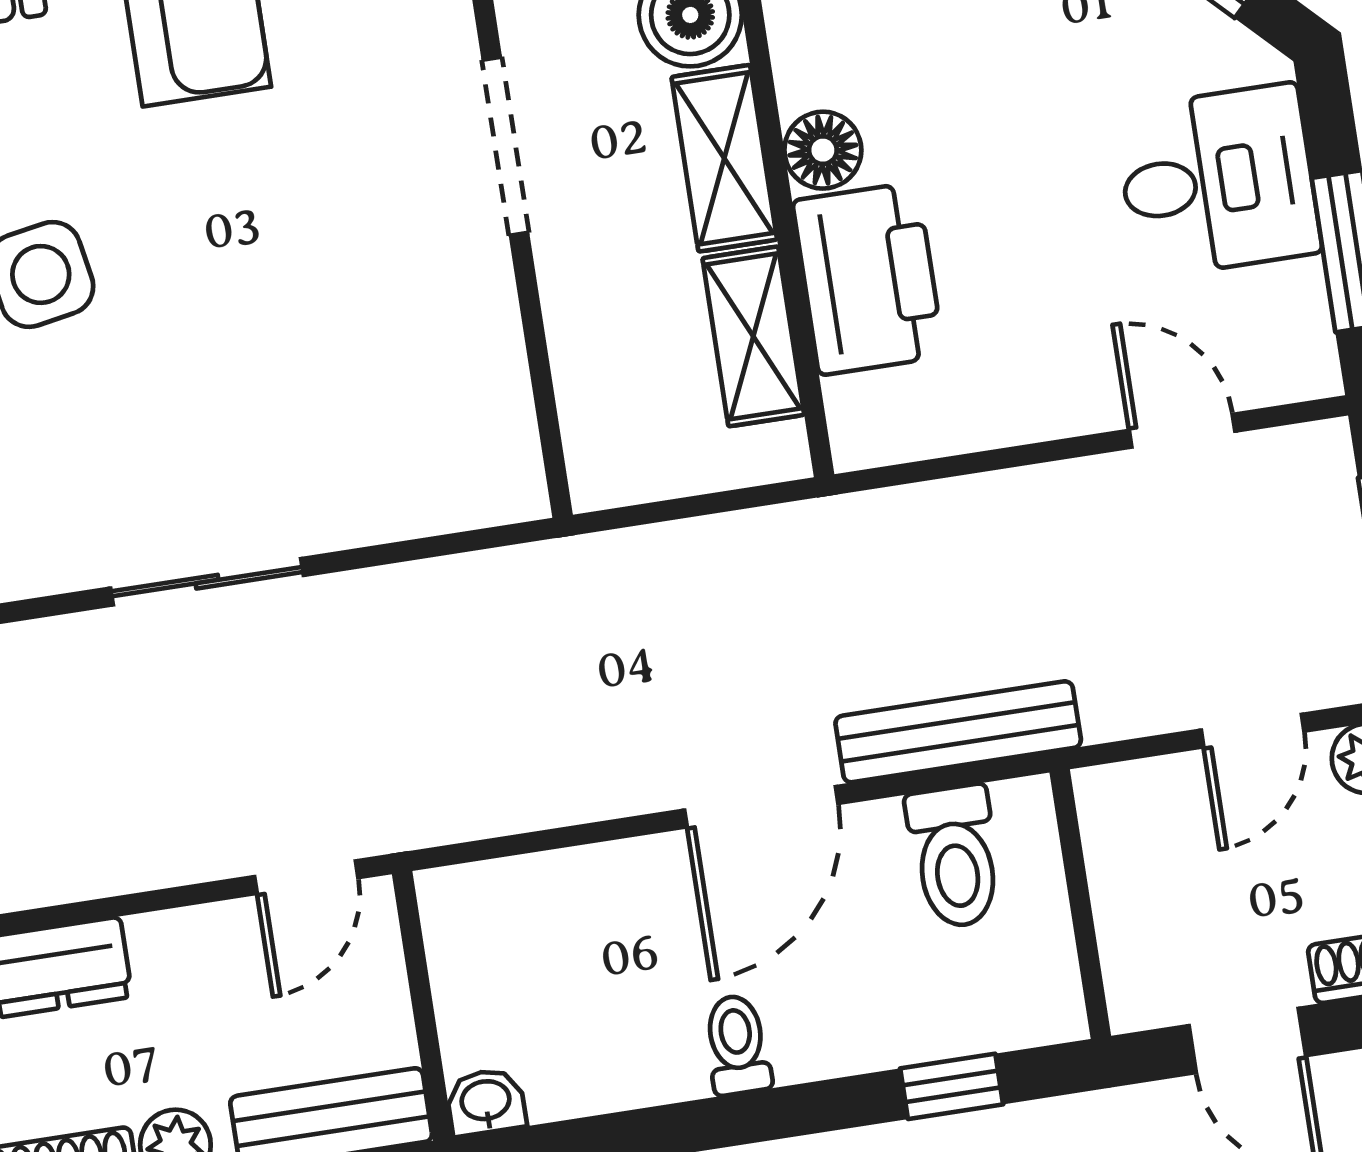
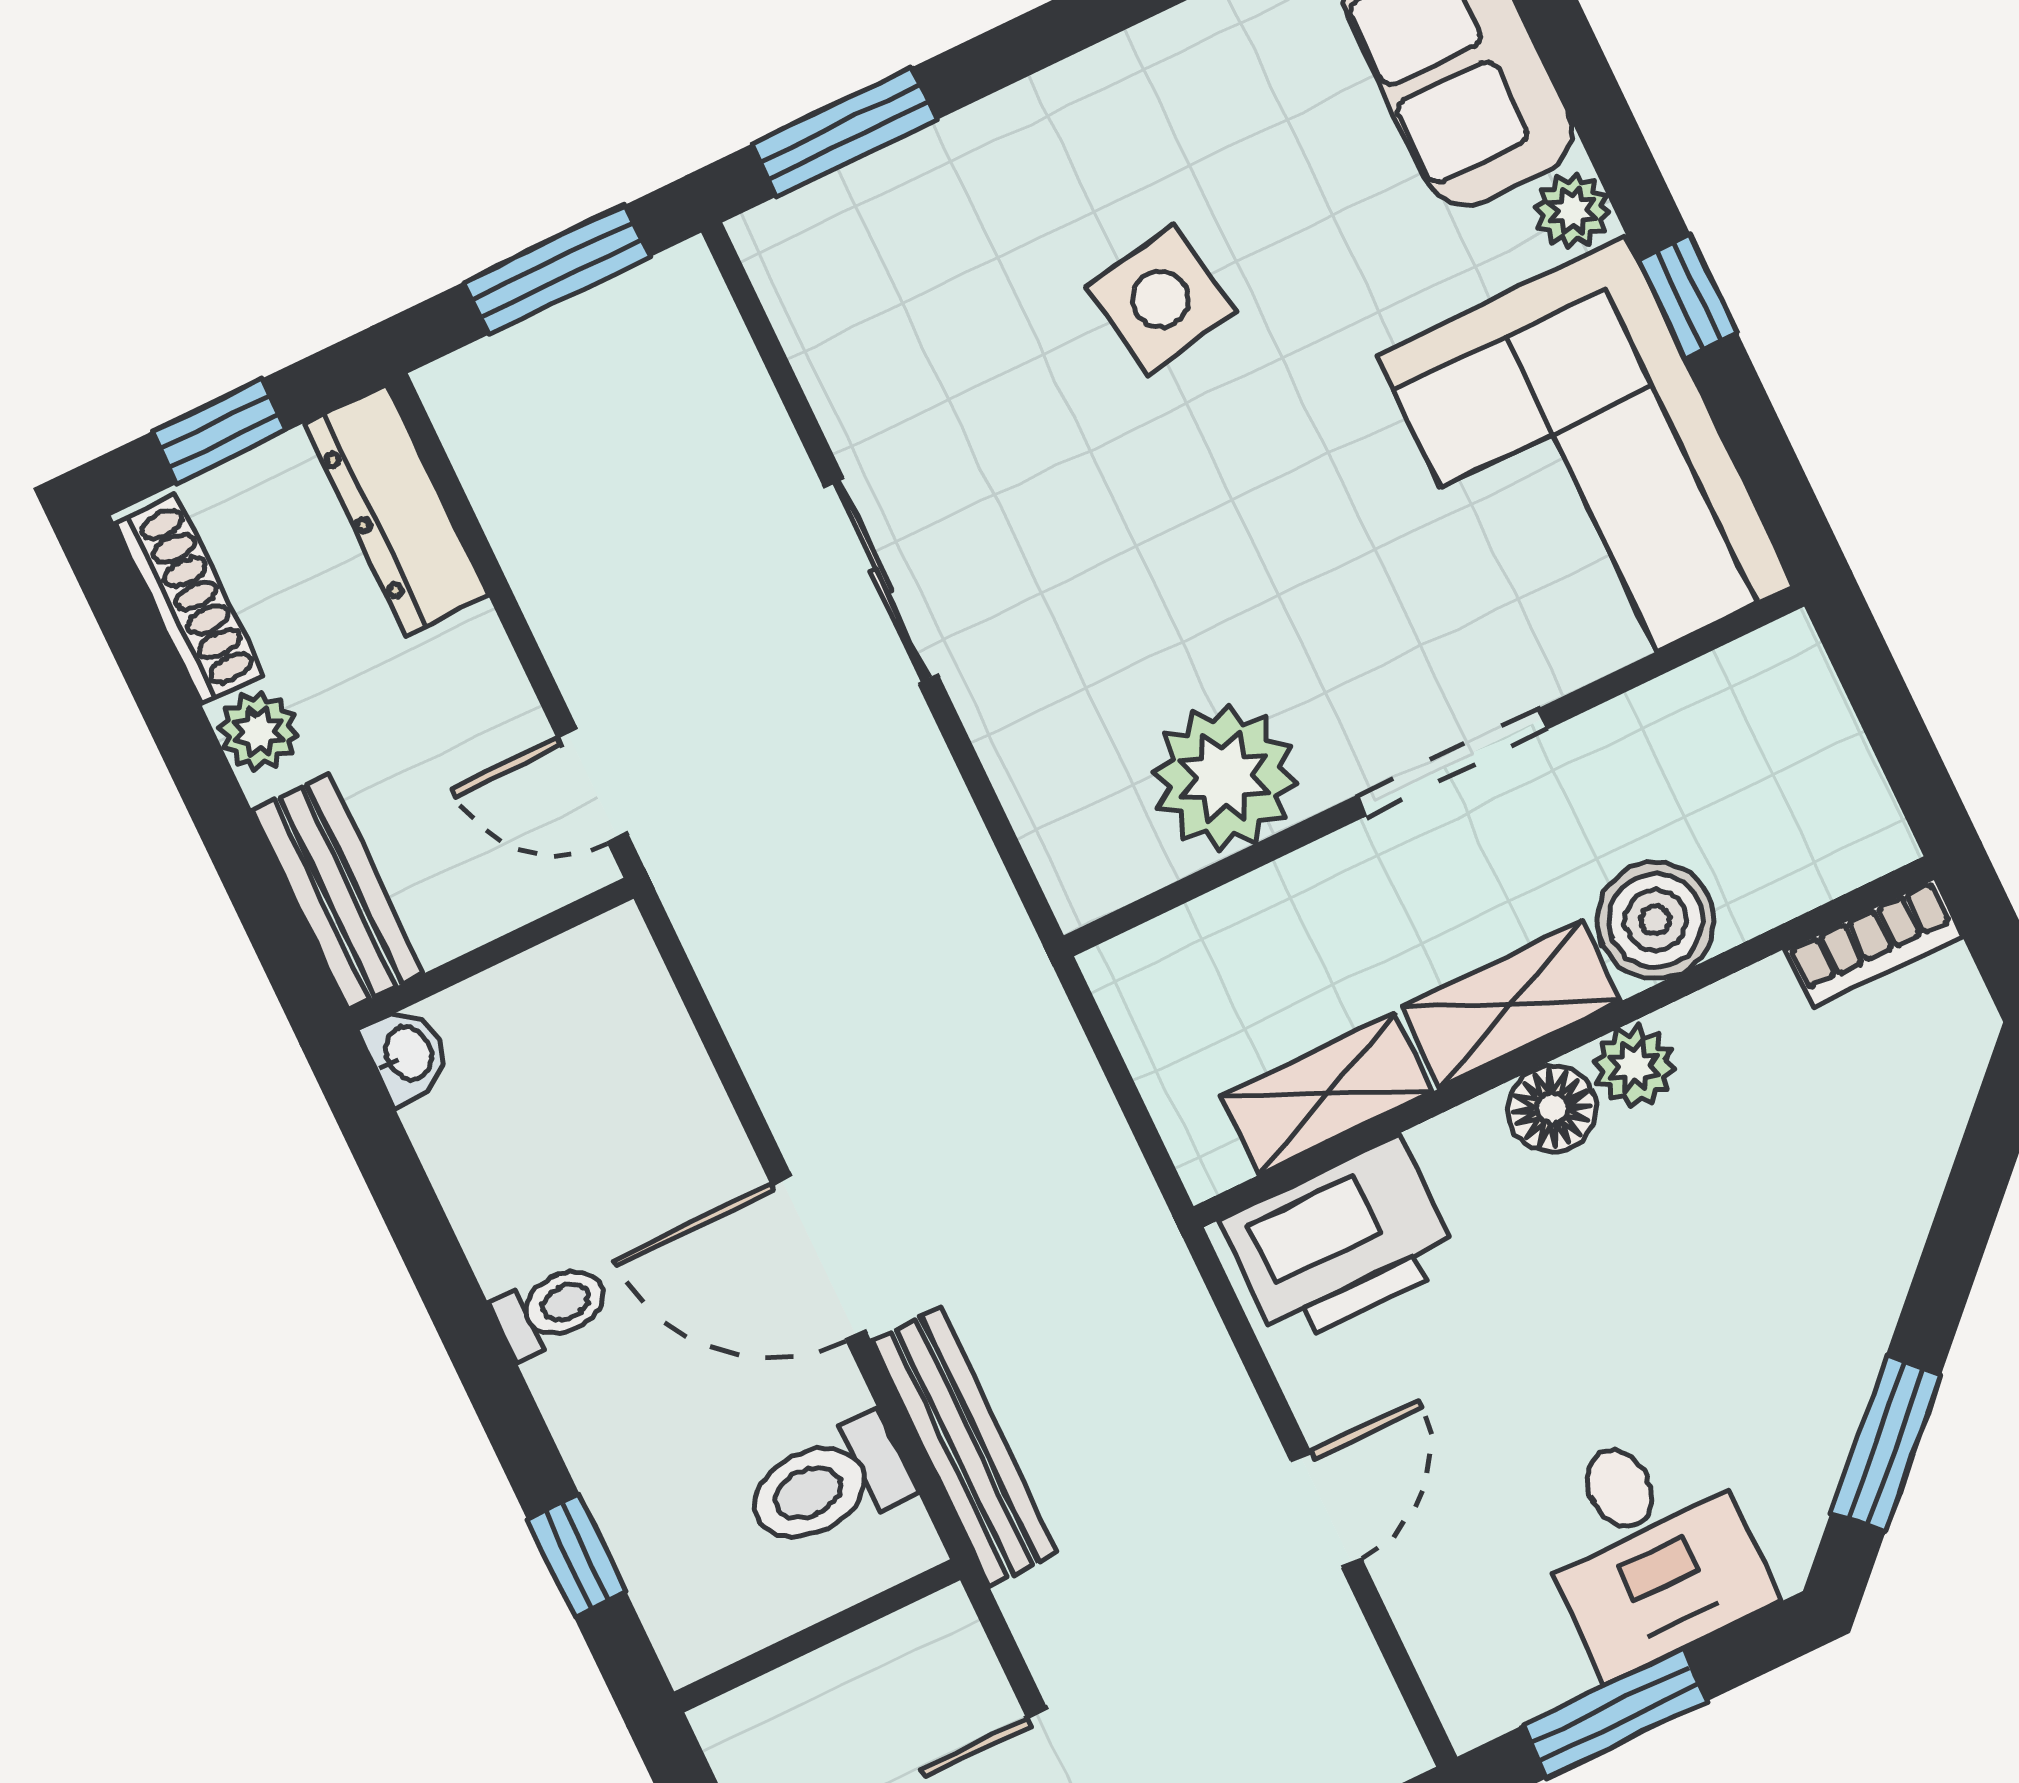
plant: (808, 70) -> (1634, 1066), added
printer: (868, 279) -> (1340, 1242), moved
plant: (460, 342) -> (1224, 777), added
door: (1182, 431) -> (1326, 1510), moved

